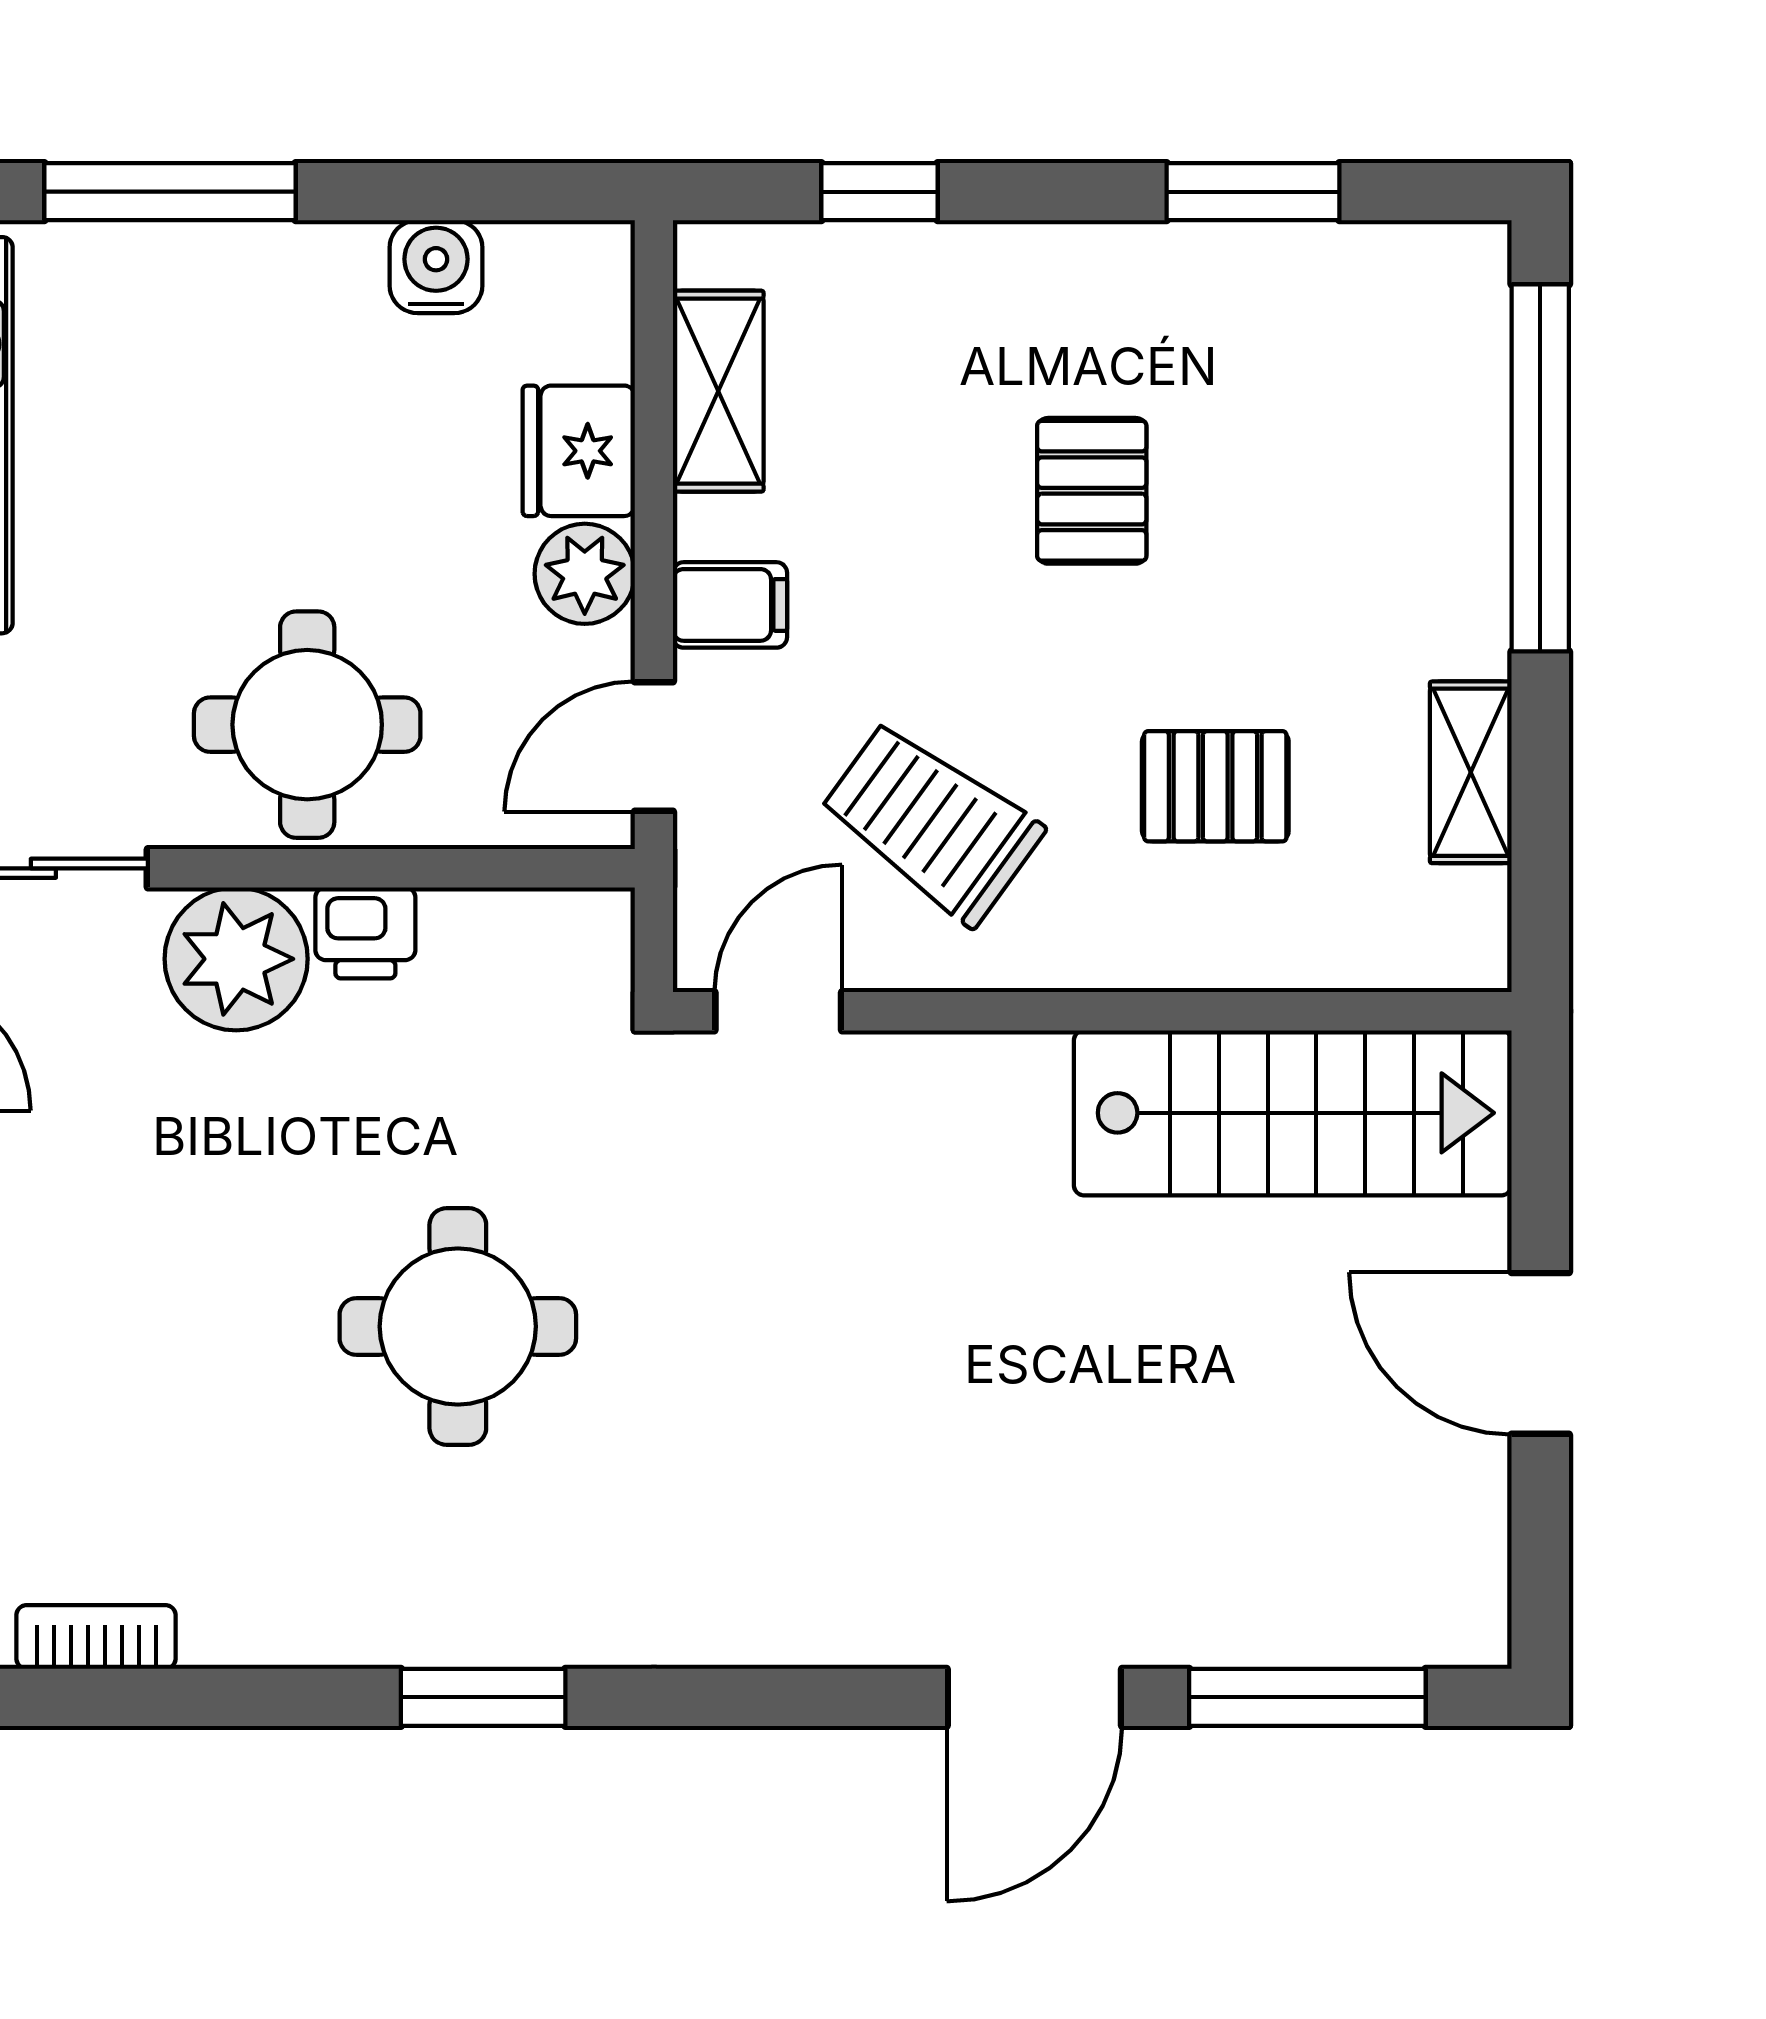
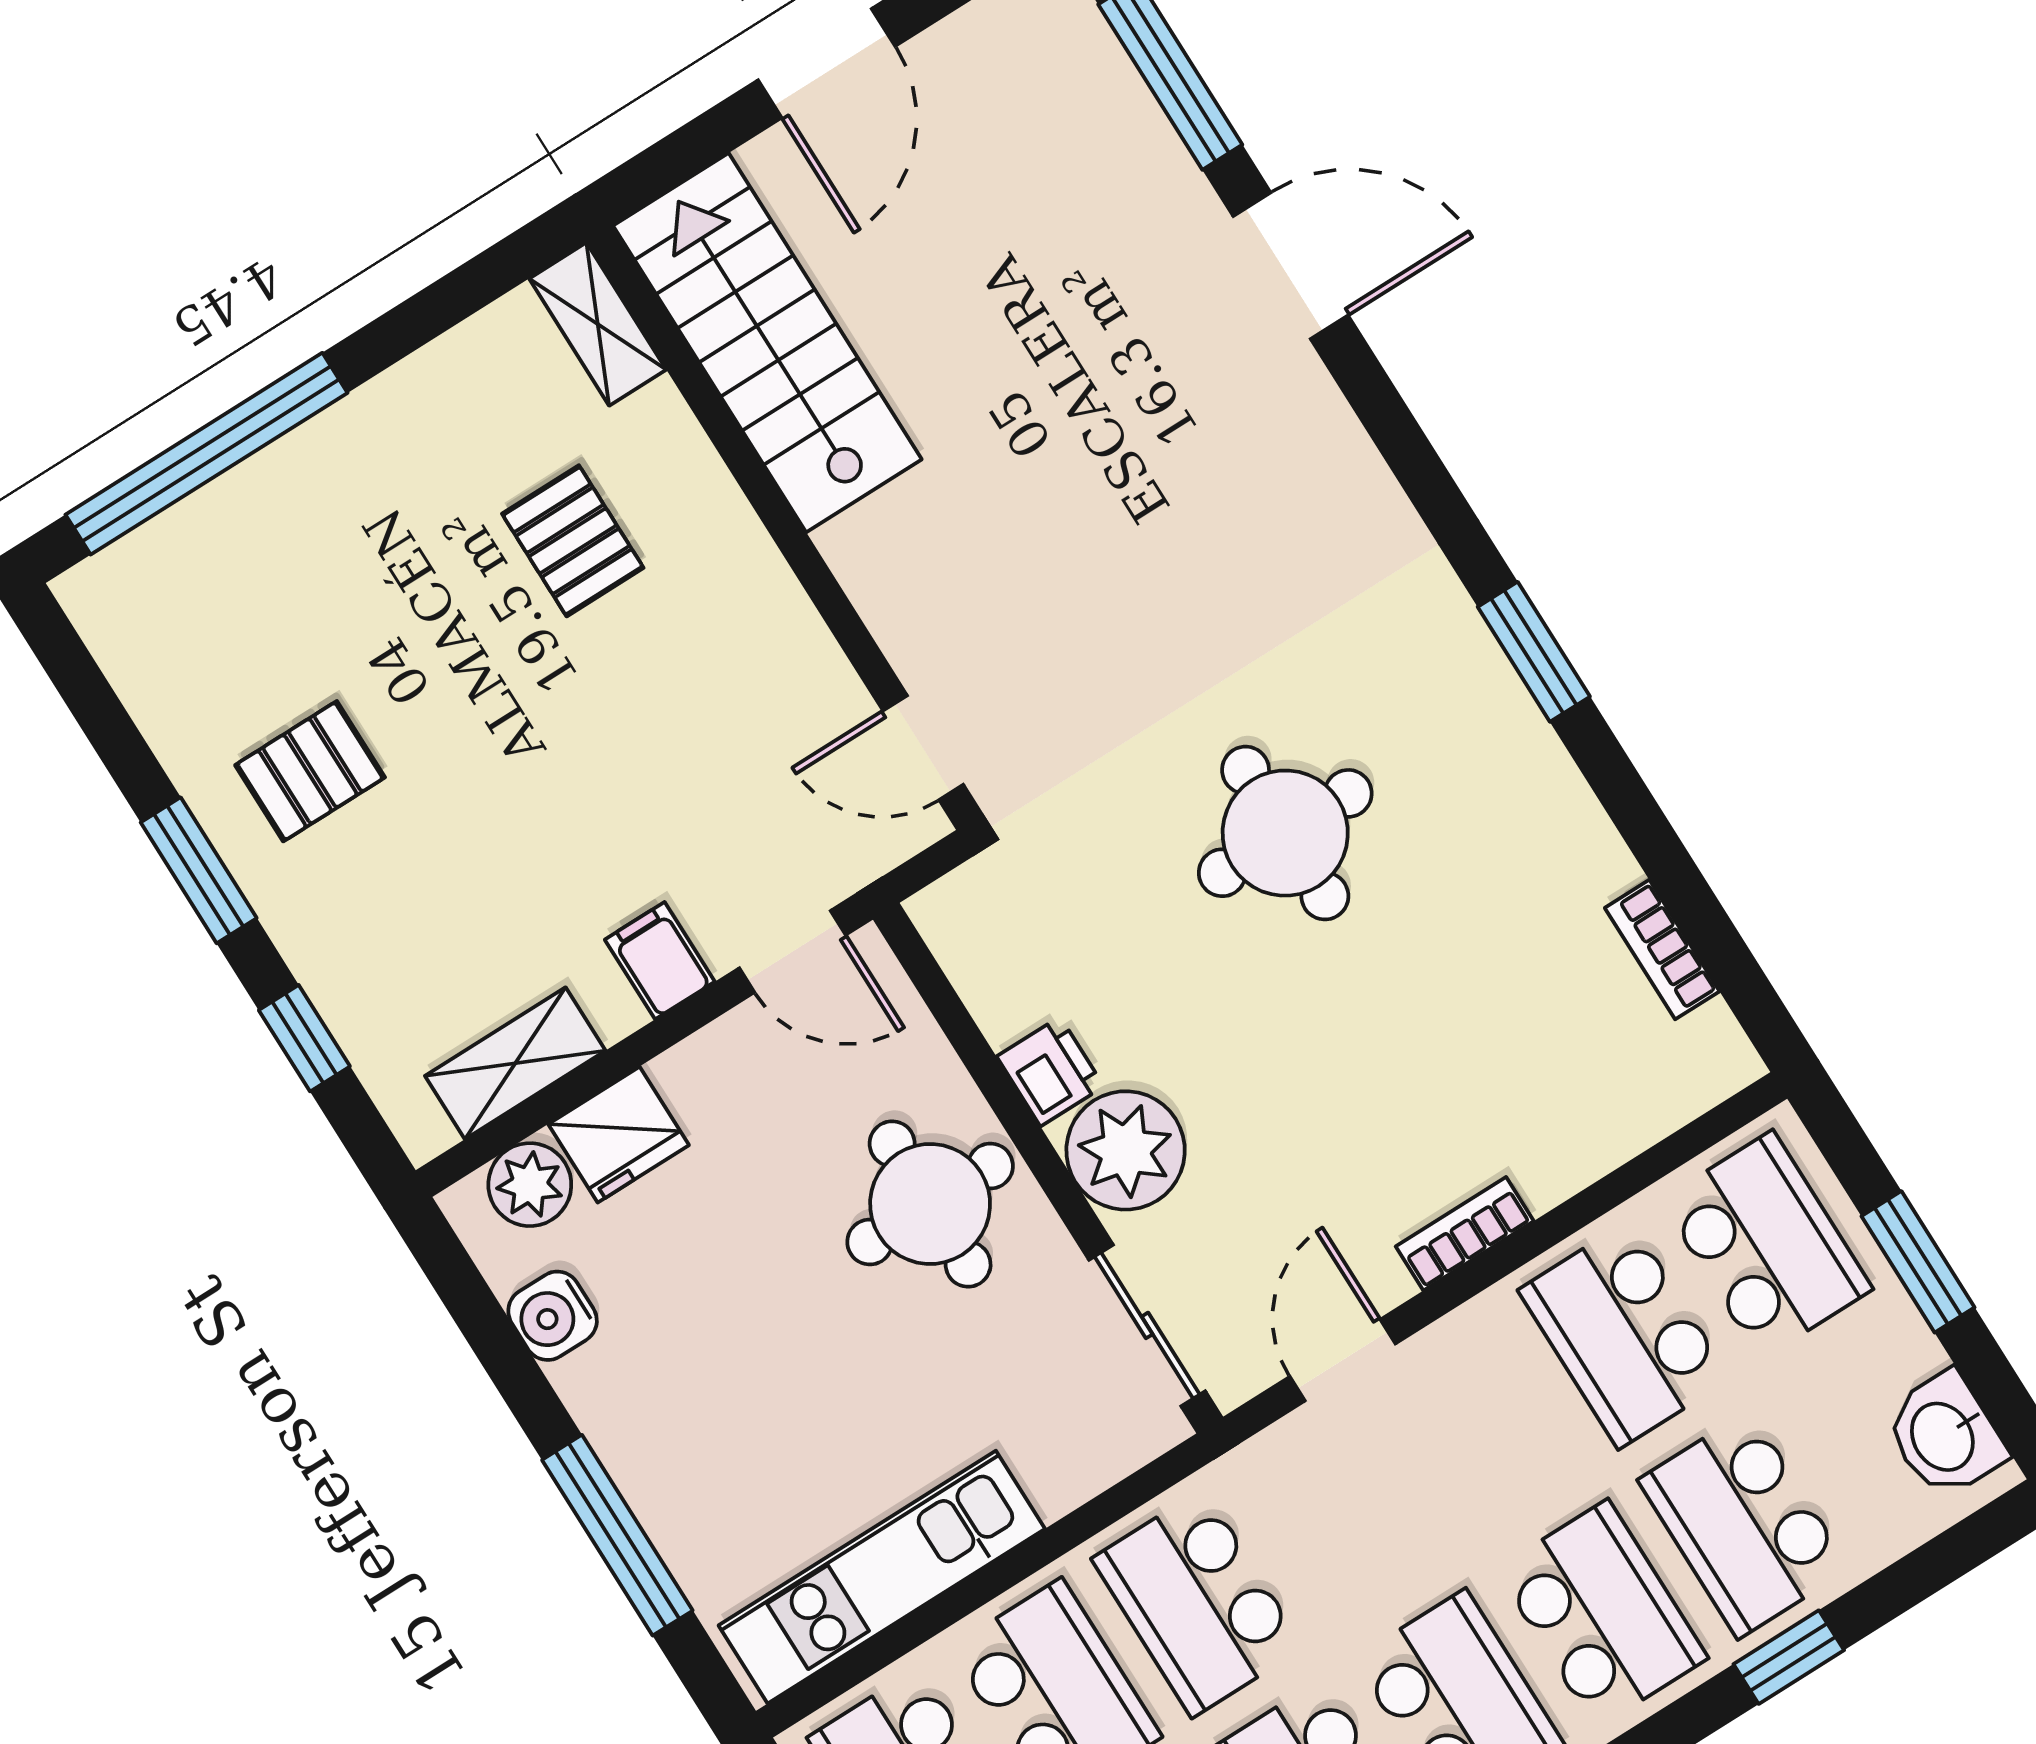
window: (1253, 192) -> (199, 870), moved
pallet: (1092, 491) -> (310, 771), moved
plant: (585, 574) -> (530, 1185), moved
shelving: (1471, 772) -> (598, 324), moved, turned 90
trolley: (932, 822) -> (723, 724), removed

